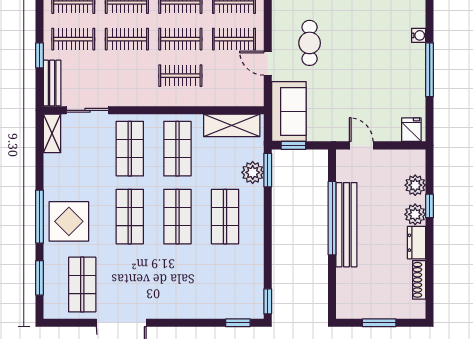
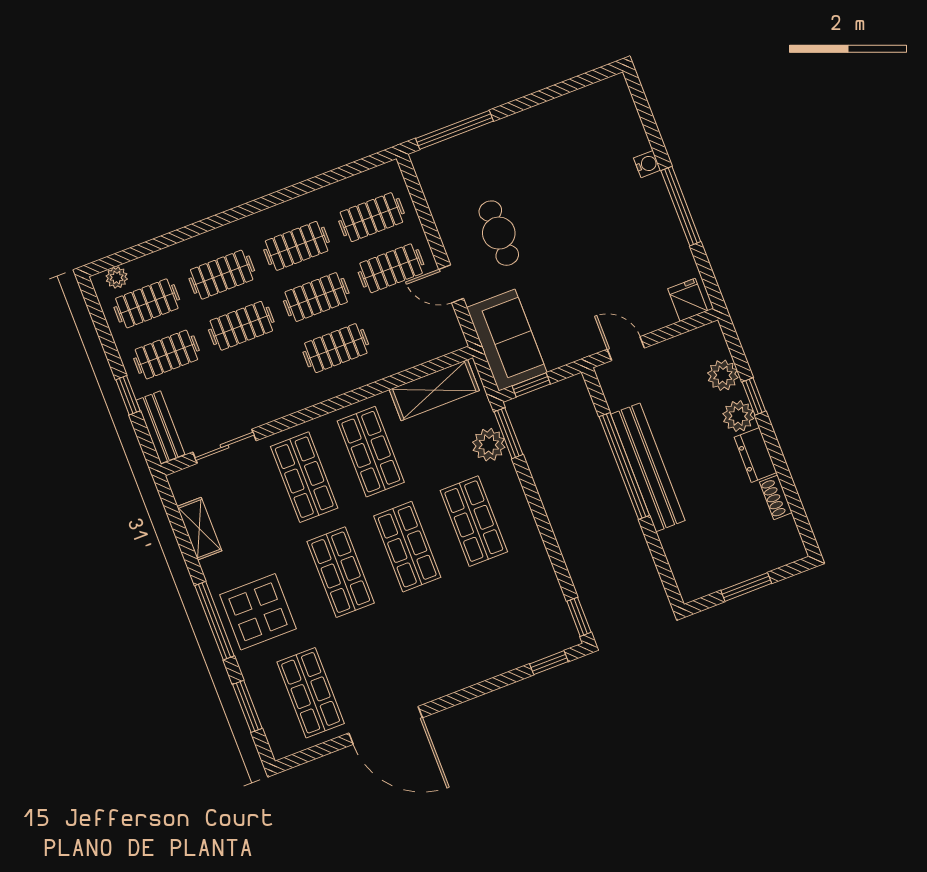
shelving: (52, 133) -> (199, 529), moved
shoe rack: (419, 280) -> (776, 497), width x0.70

